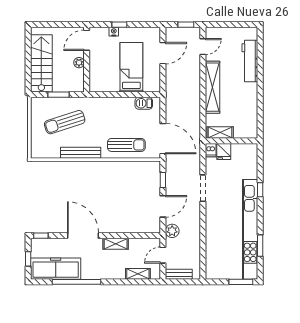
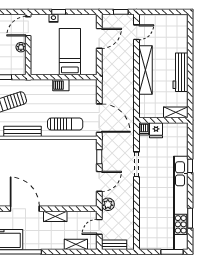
workbench: (250, 61) -> (180, 72), moved
barbecue: (144, 103) -> (61, 85), moved
shelving: (220, 133) -> (176, 112), moved

